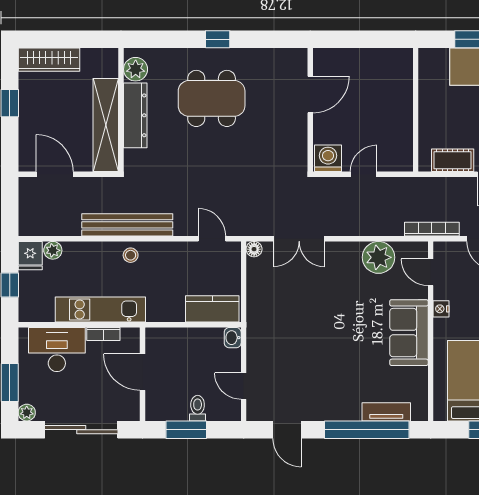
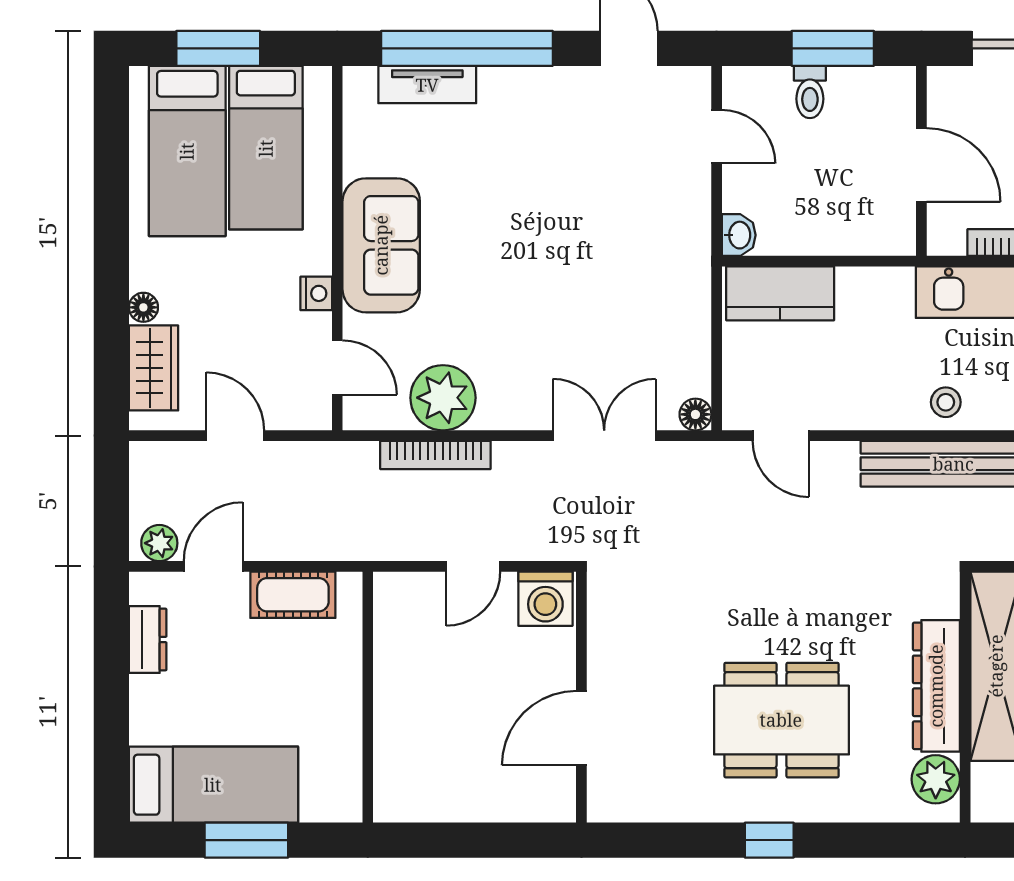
bookcase: (432, 229) -> (435, 455), moved

